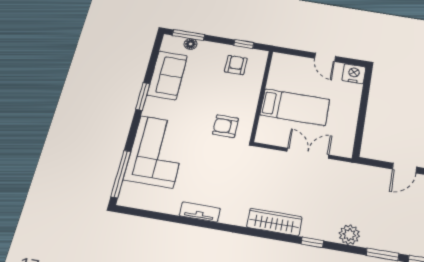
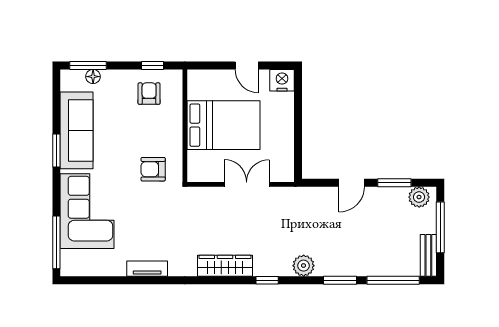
sofa: (167, 75) -> (77, 130), width x1.36
bed: (295, 107) -> (224, 125), width x1.50

